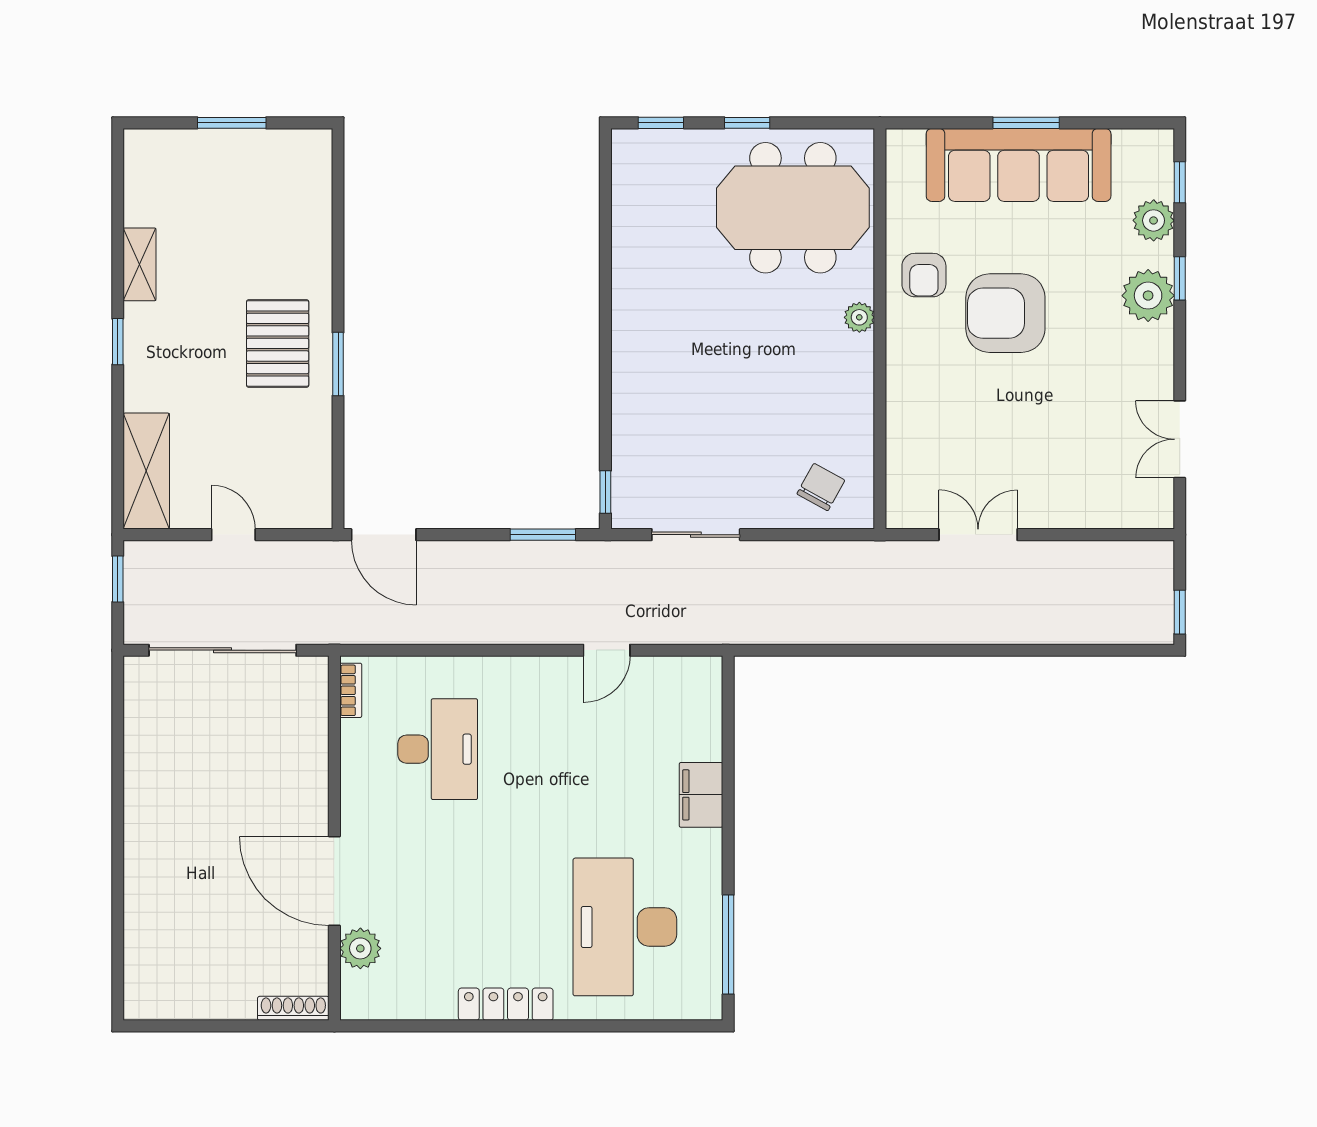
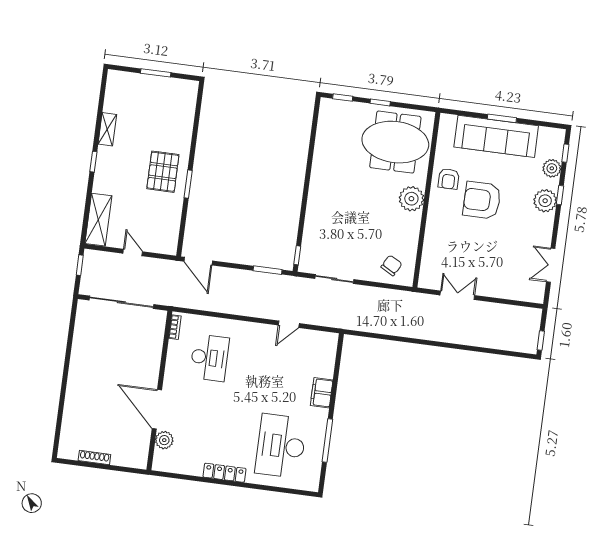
plant: (859, 317) -> (411, 199), width x1.87, depth x1.87
window: (728, 945) -> (327, 440), moved
shoe rack: (293, 1008) -> (94, 457), moved

